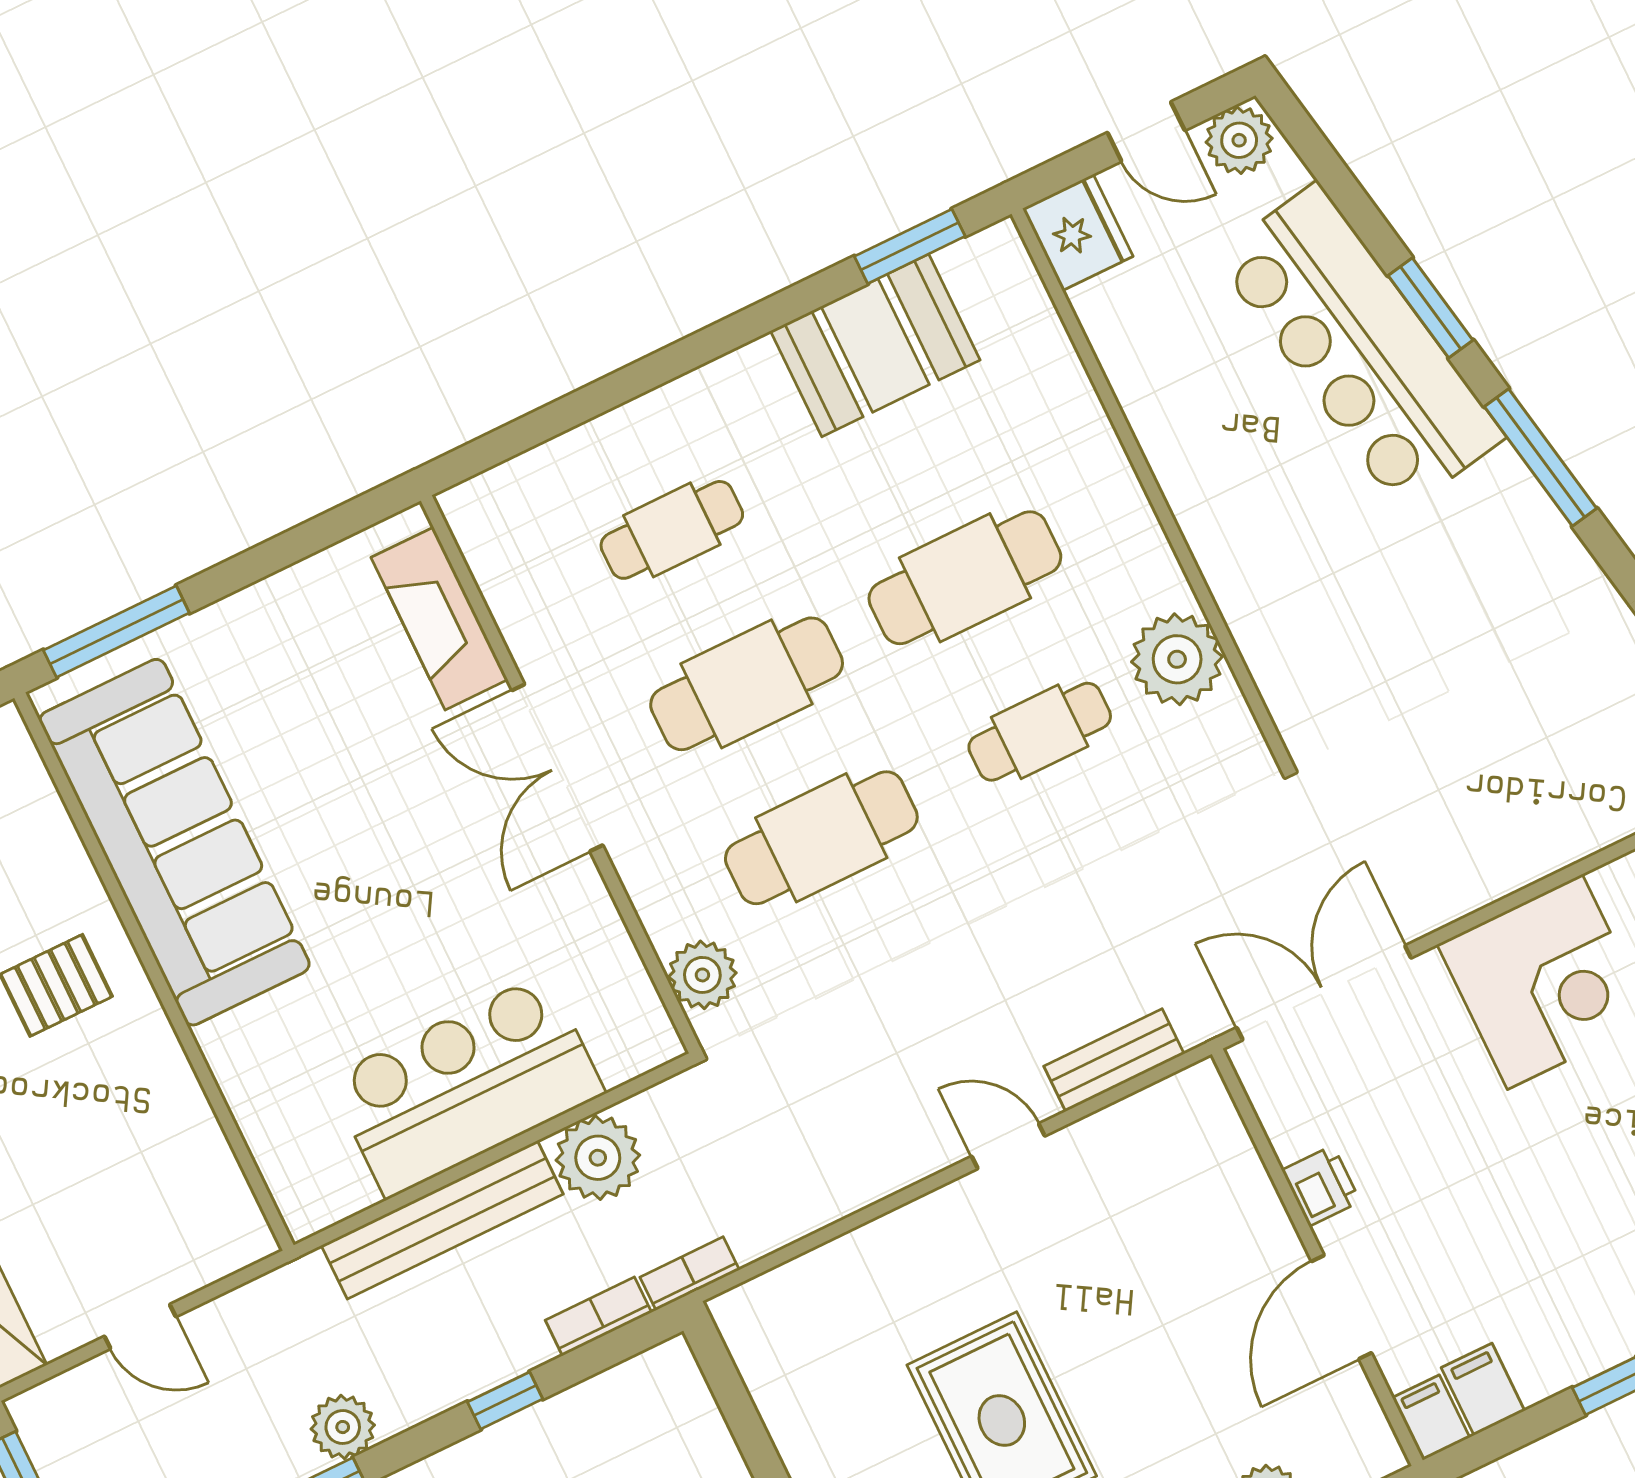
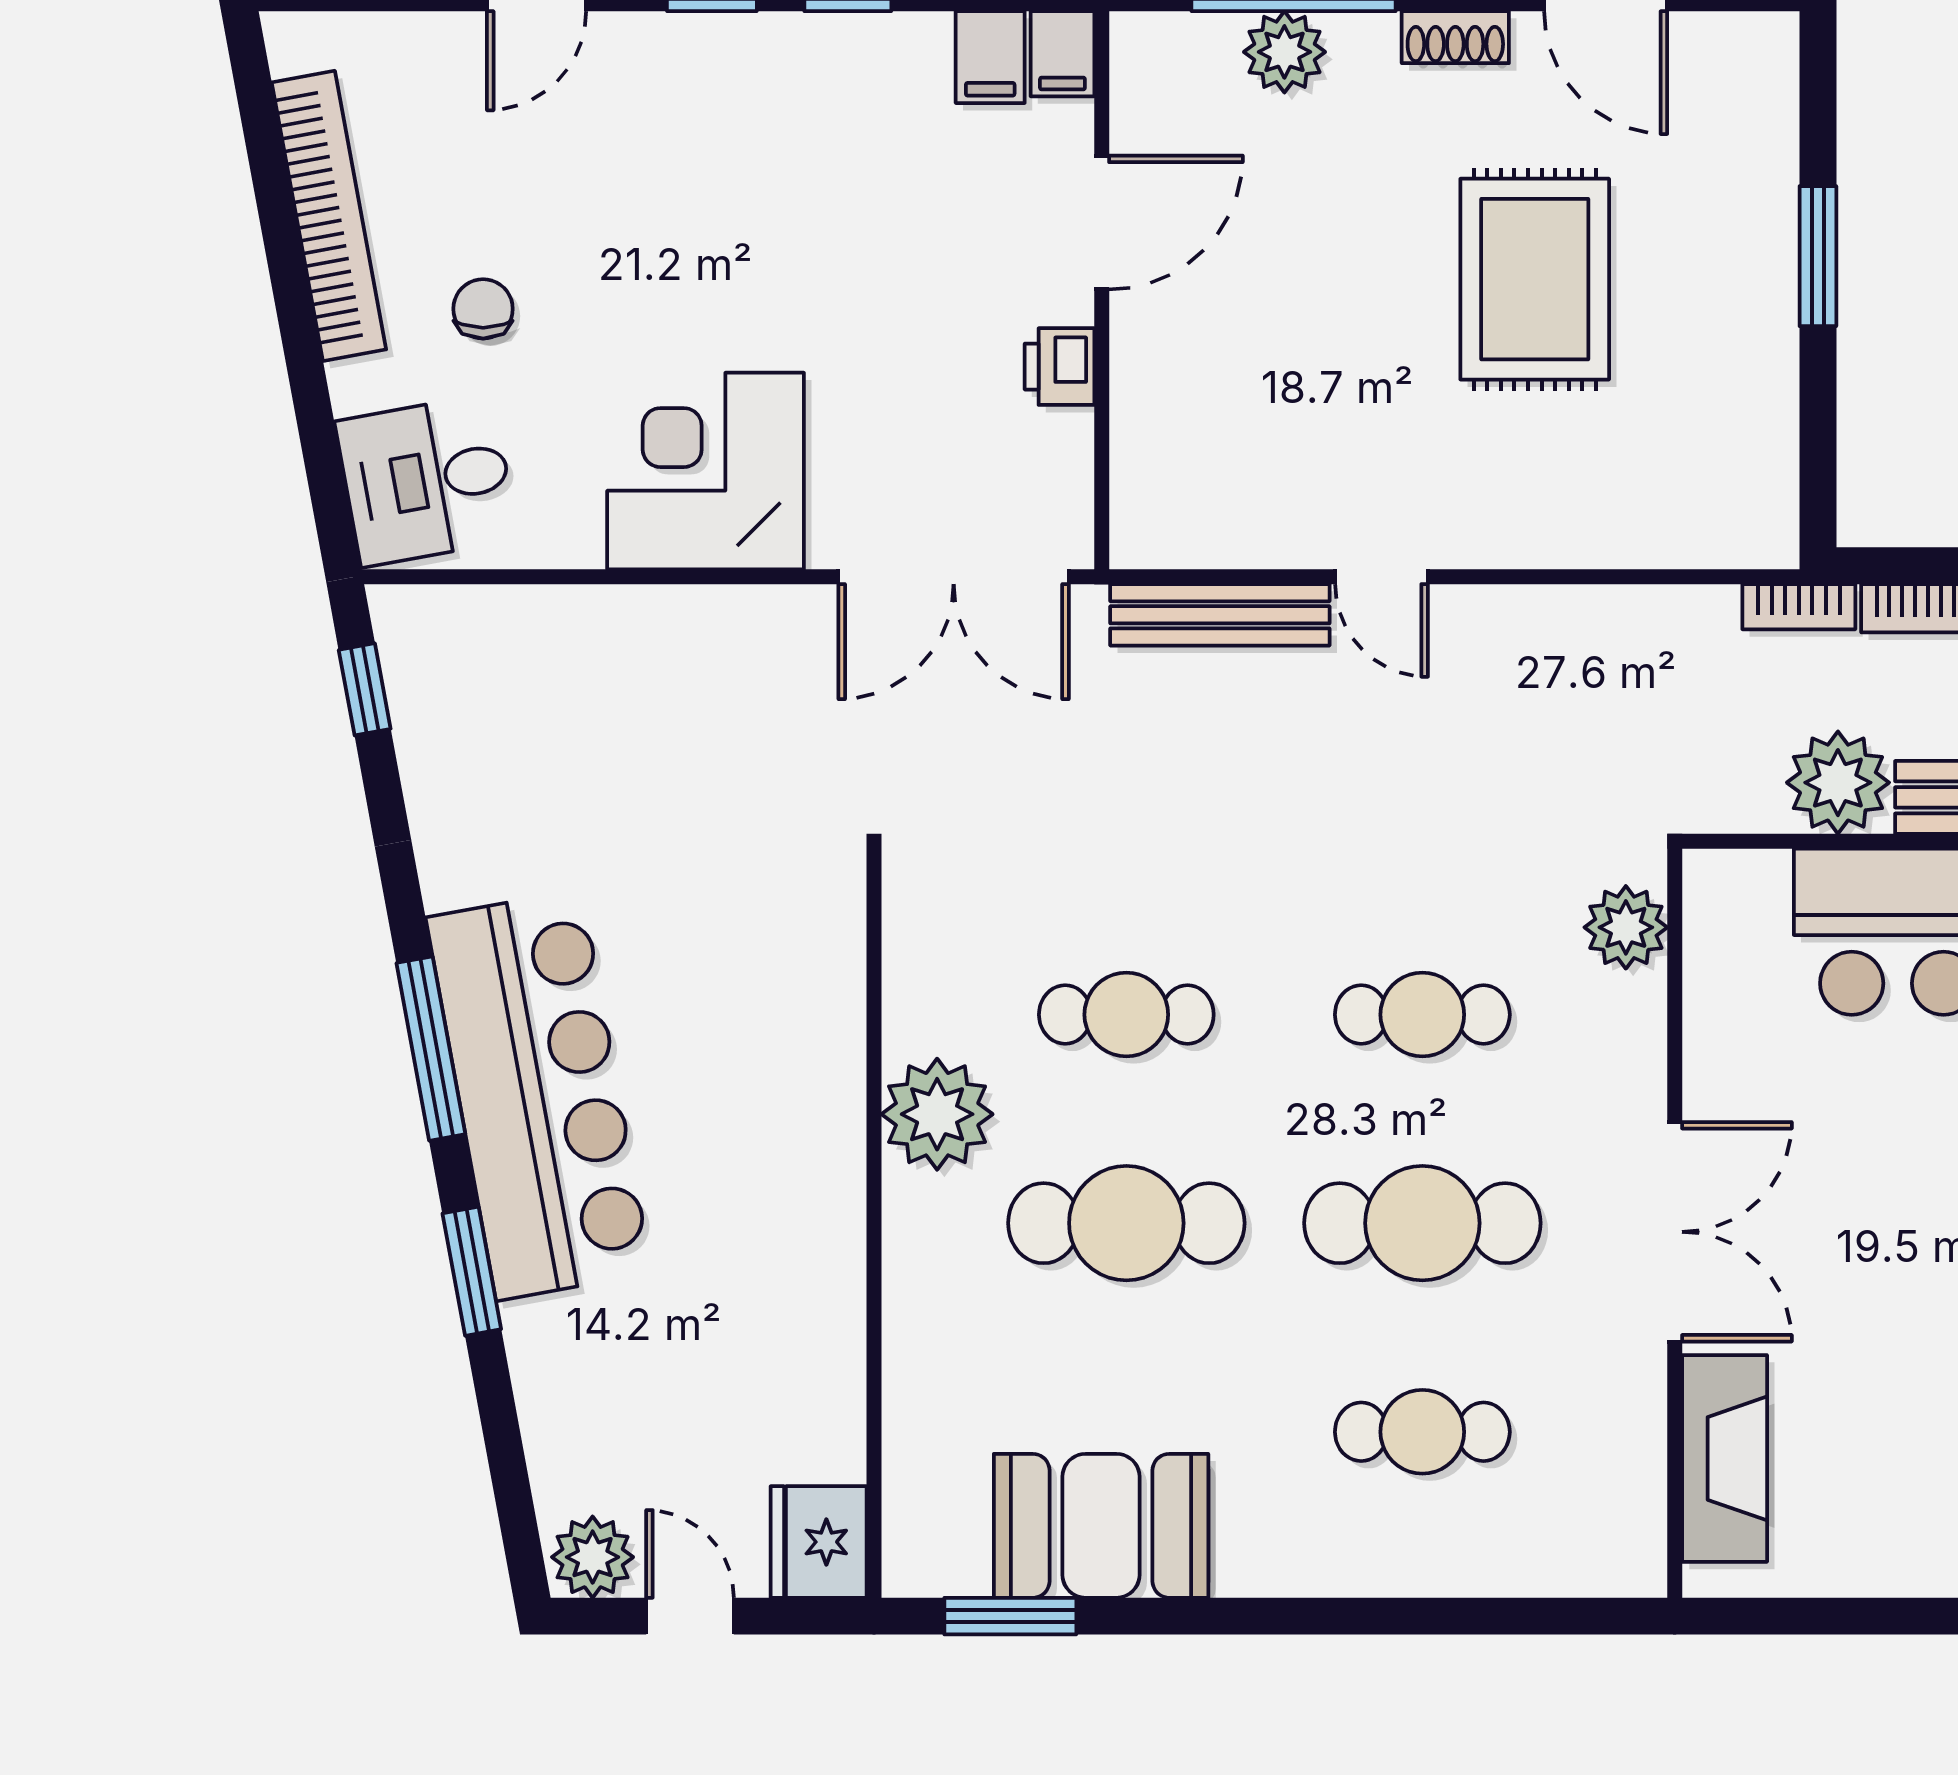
bar counter: (1360, 347) -> (539, 1095), moved
plant: (1177, 659) -> (937, 1114), moved
cafe table: (821, 838) -> (1422, 1015), width x0.73, depth x0.74
bench: (1114, 1060) -> (1220, 615), width x1.36

